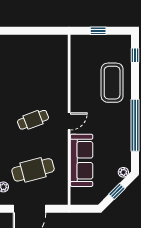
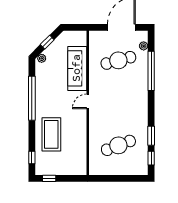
window: (98, 31) -> (49, 178), moved
cafe table: (33, 120) -> (118, 145), moved, width x1.37, depth x1.35

